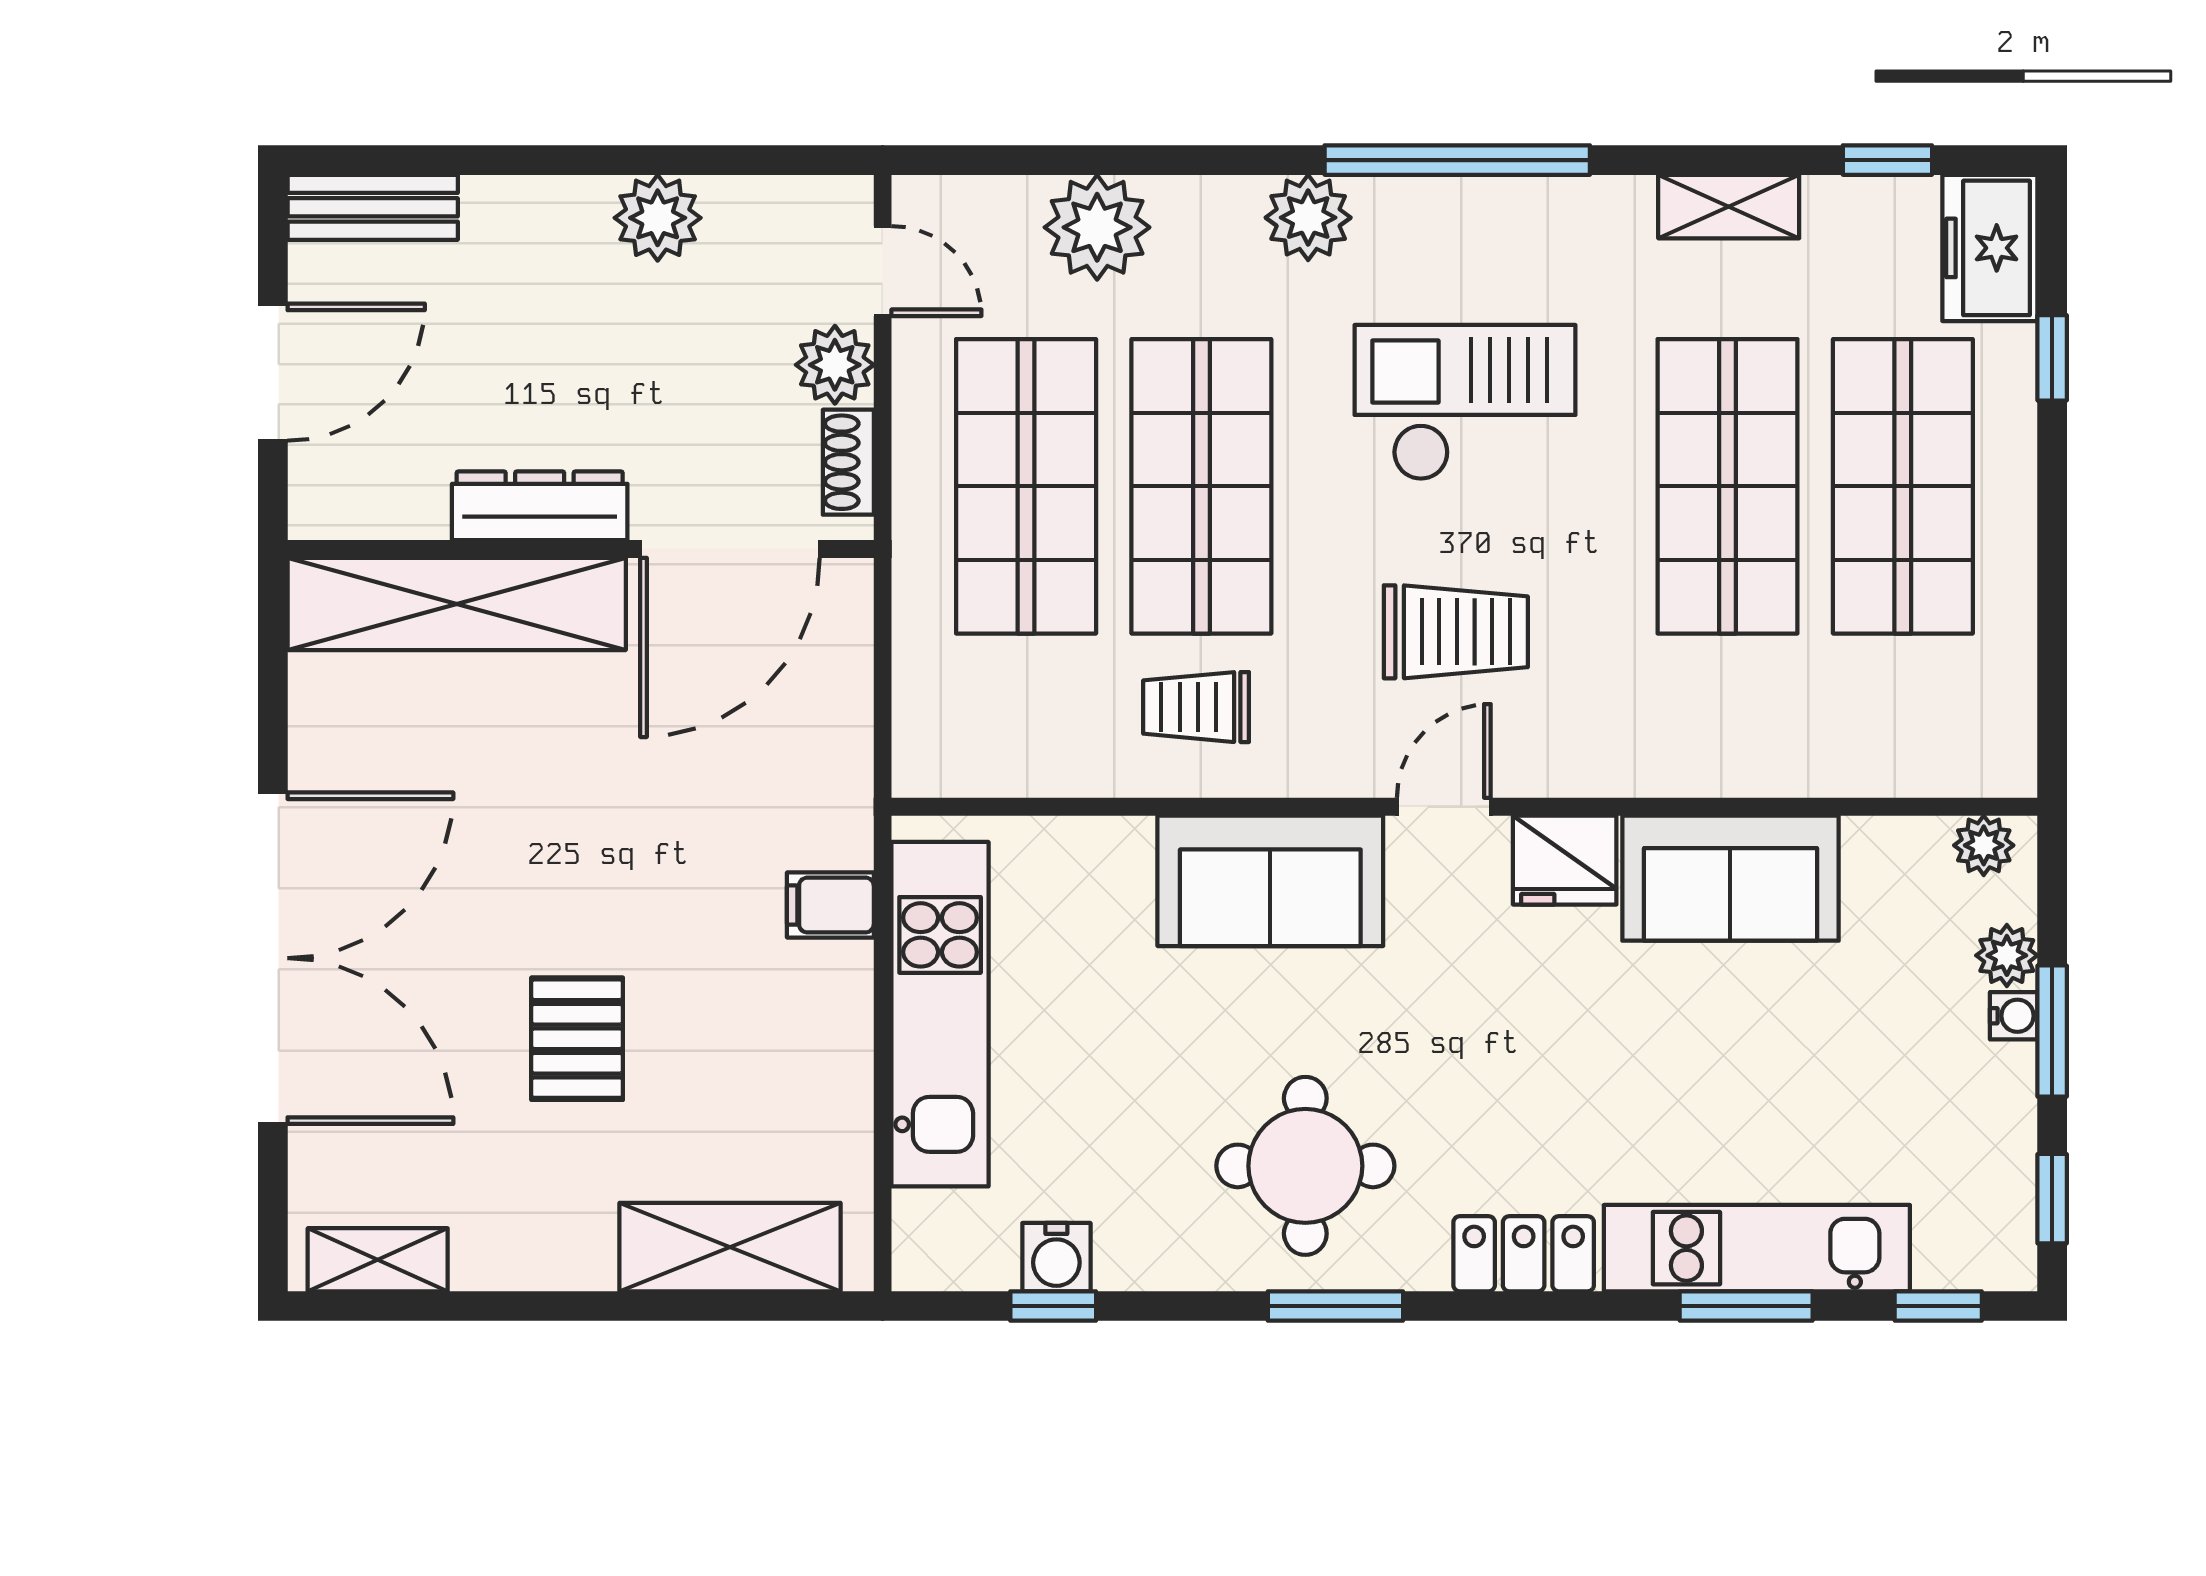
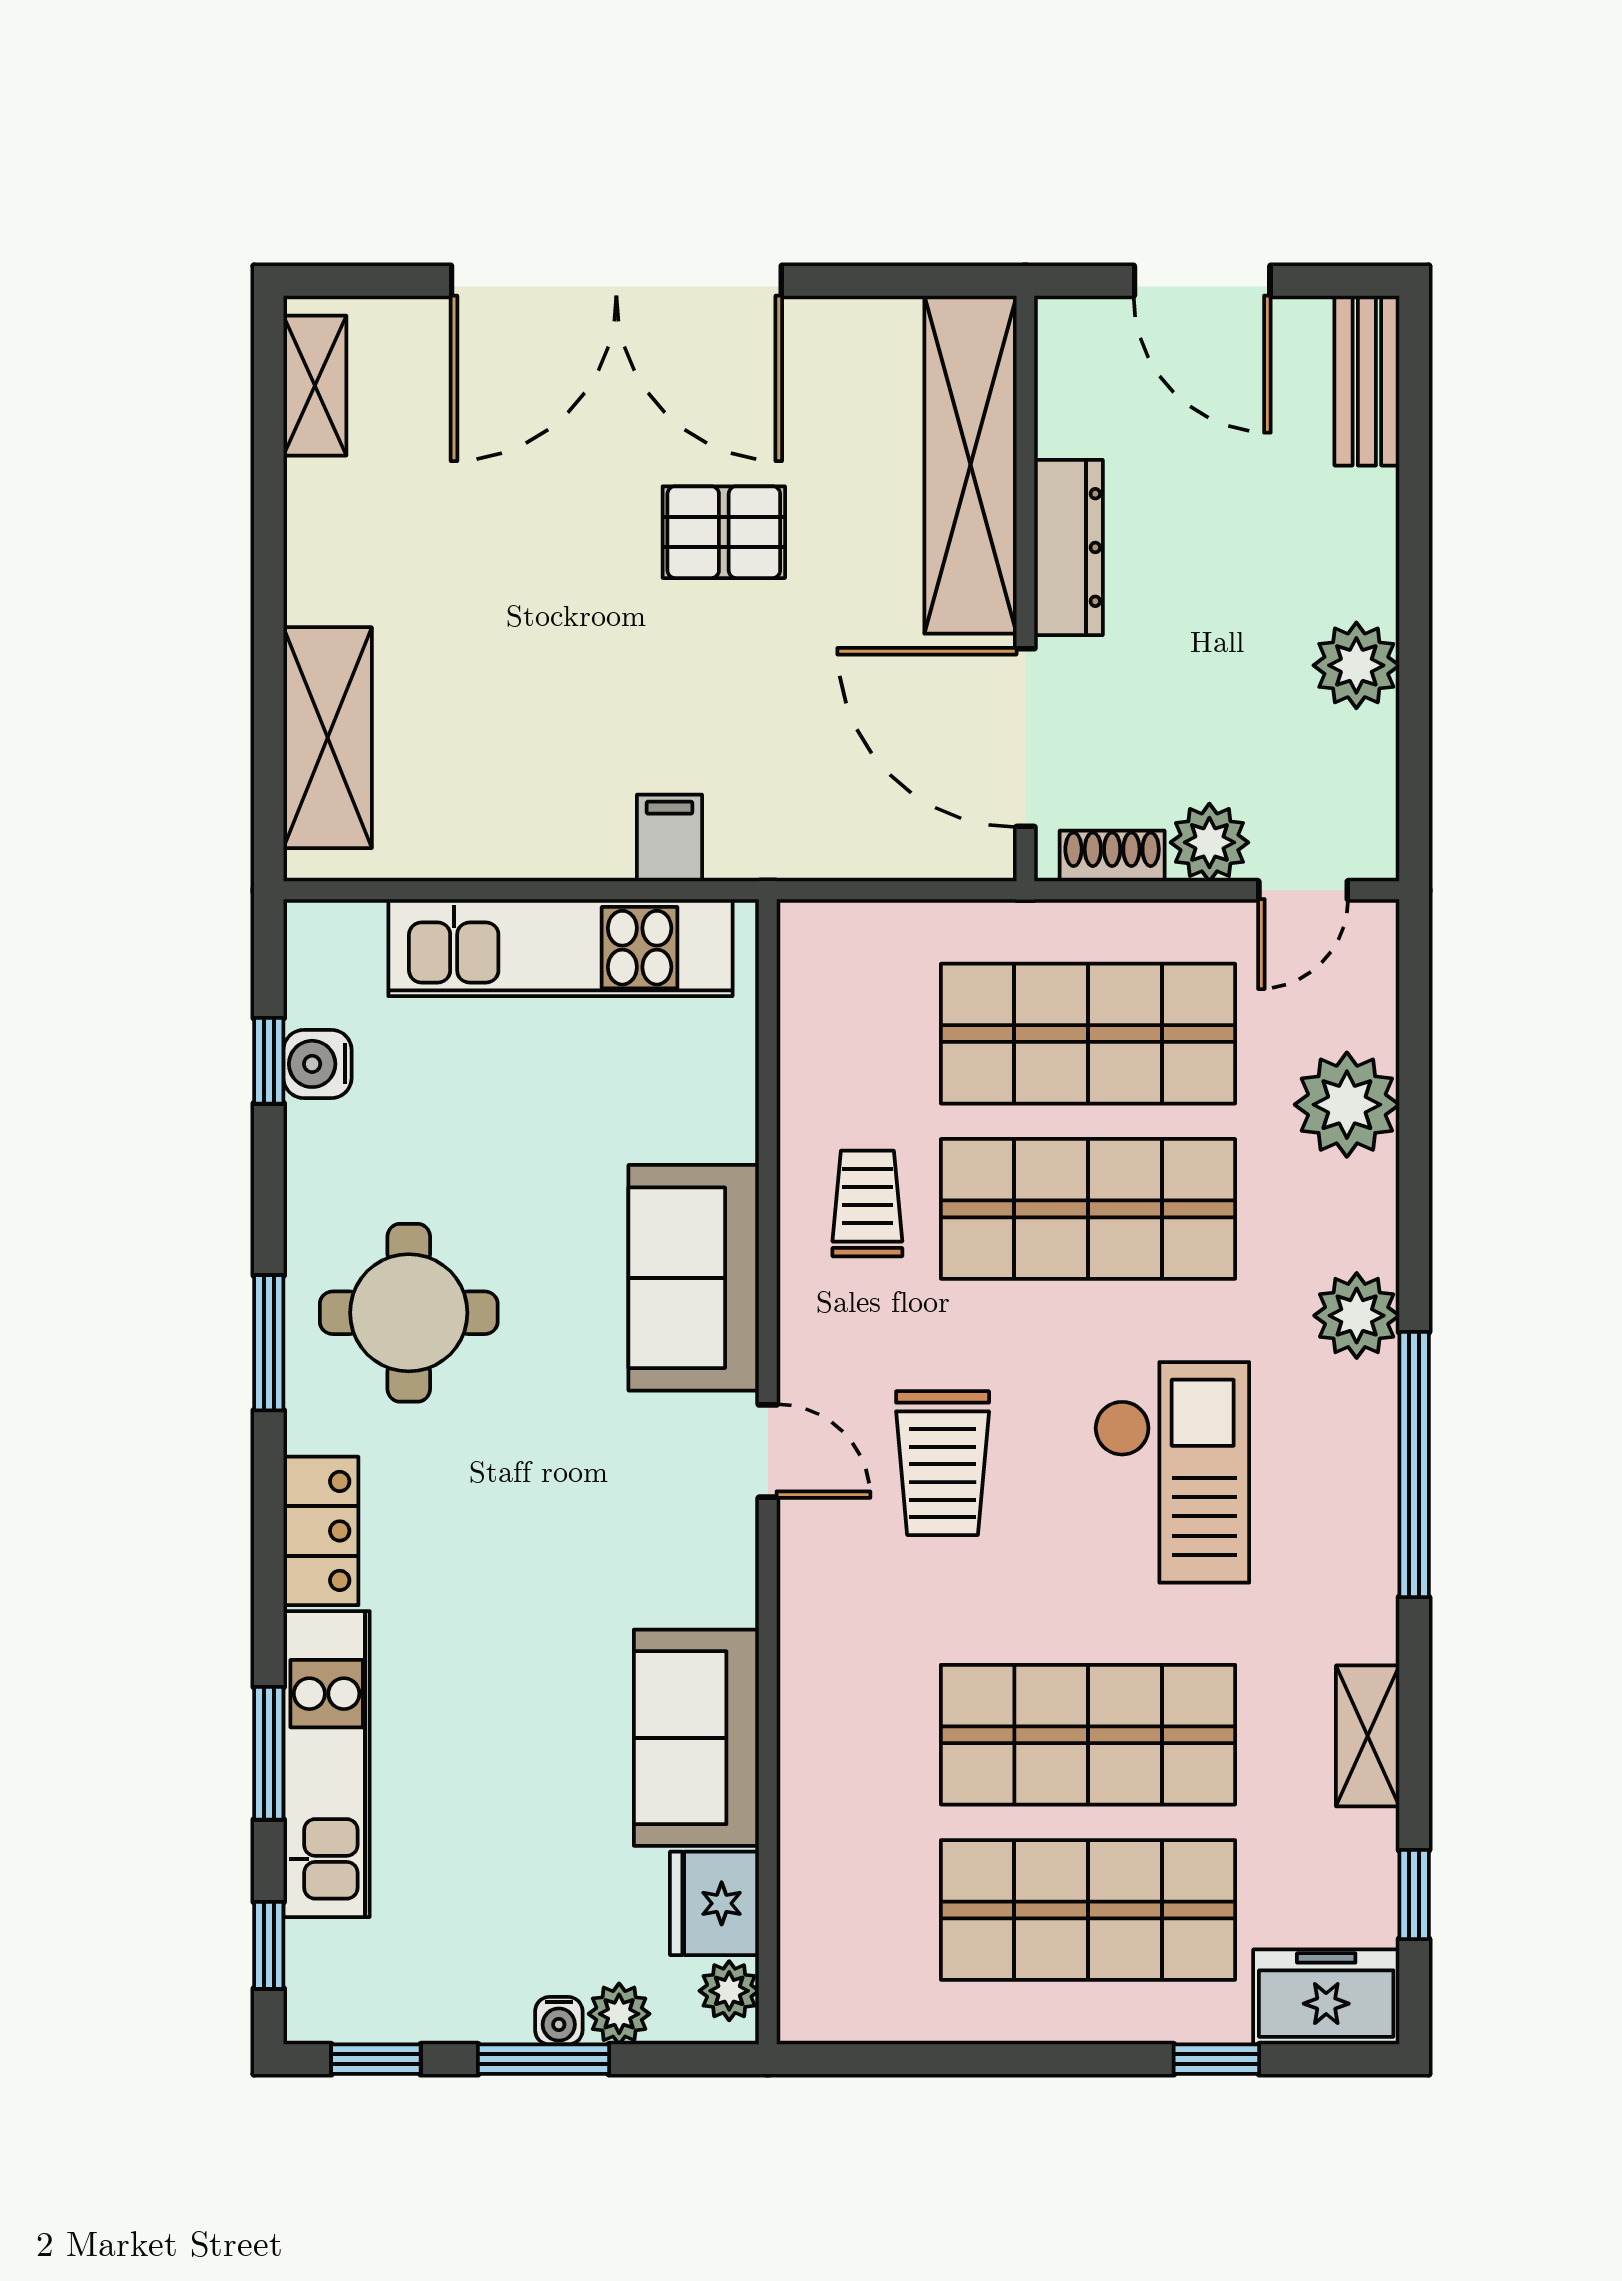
fridge: (1565, 860) -> (714, 1903), moved
pallet: (577, 1039) -> (724, 532), moved

